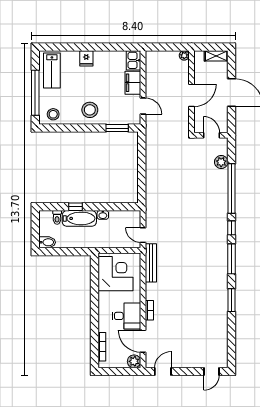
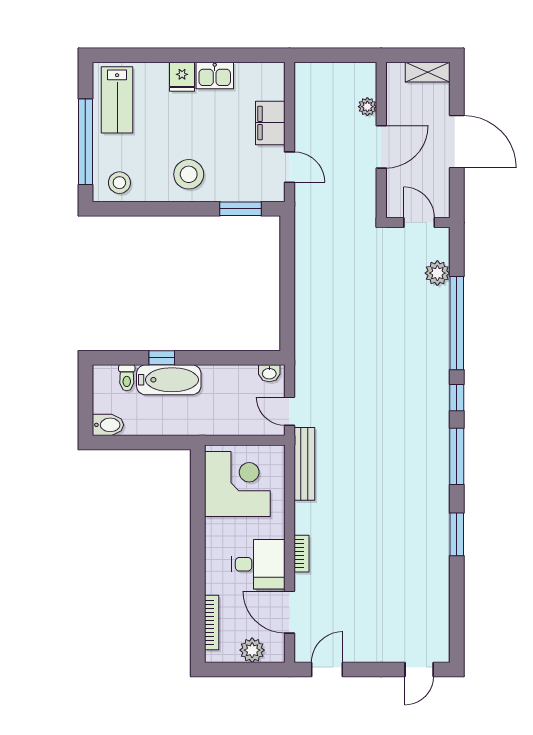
plant: (184, 55) -> (367, 107), moved
kitchen sink: (134, 60) -> (215, 76), moved, turned -90
washbasin: (103, 215) -> (269, 373), moved
plant: (134, 361) -> (252, 650), moved

